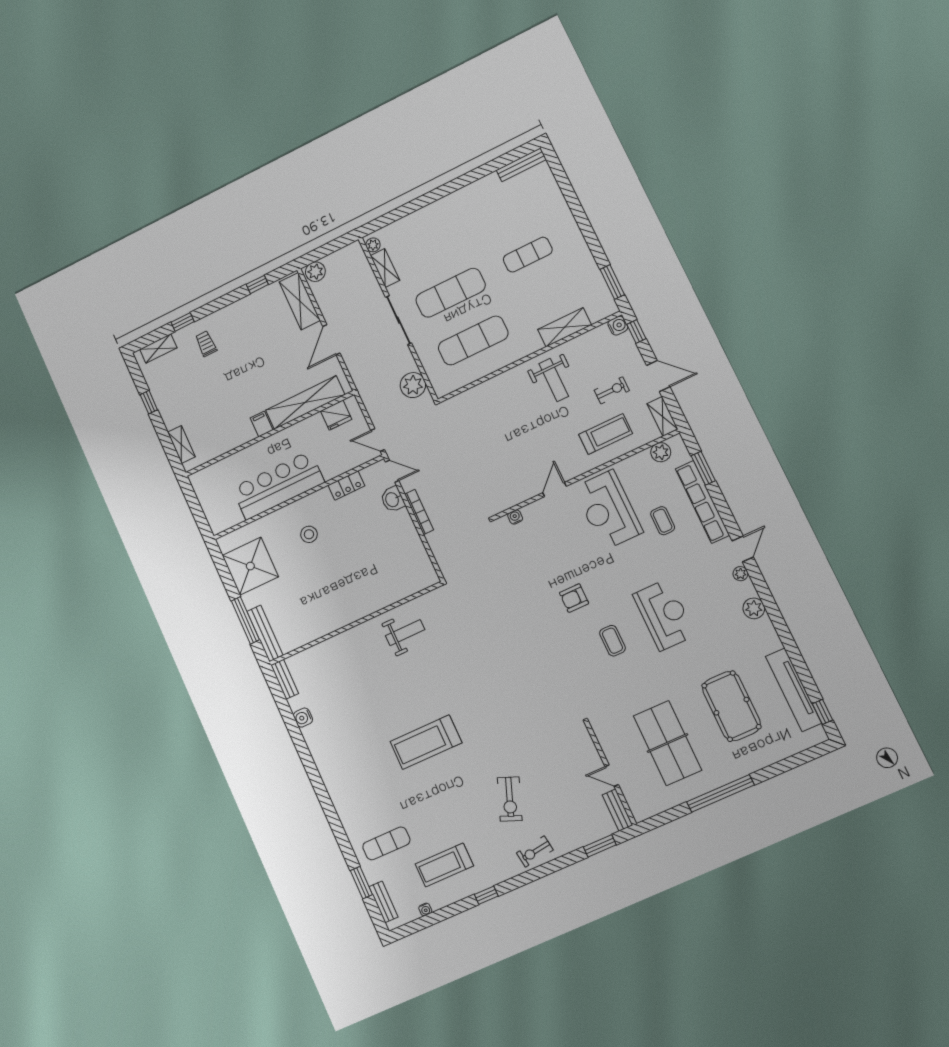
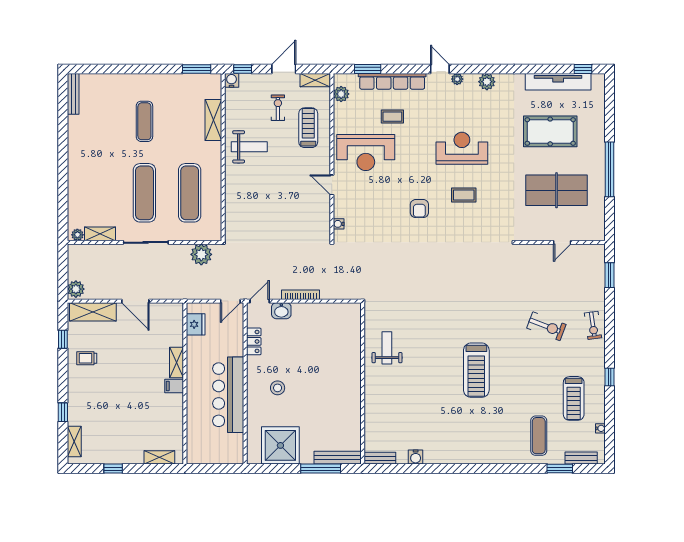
trolley: (206, 344) -> (87, 358), moved
shelving: (305, 403) -> (176, 362), width x0.45, depth x0.75
bench: (617, 810) -> (589, 250), removed

